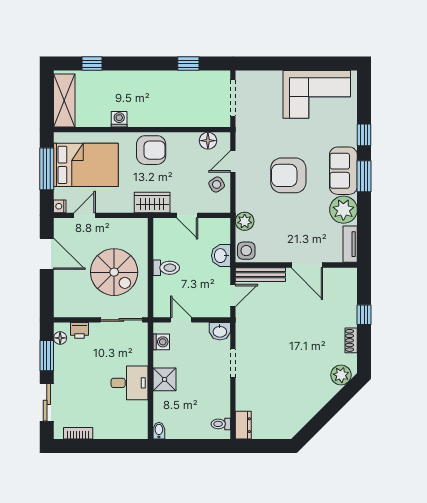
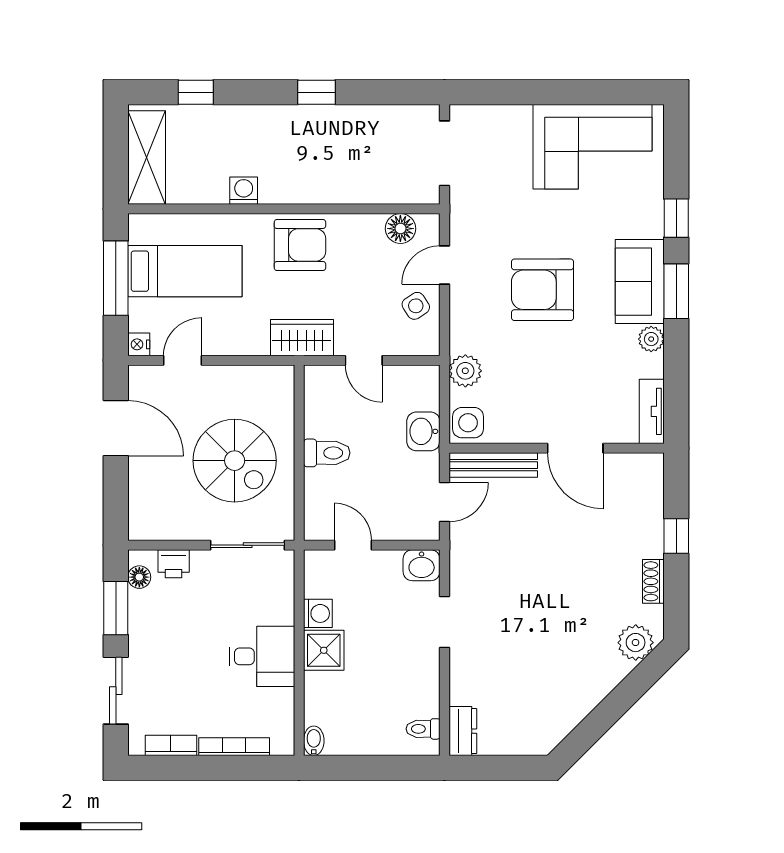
window: (188, 64) -> (317, 92), moved
bed: (86, 165) -> (185, 271), width x0.67
plant: (343, 210) -> (651, 339), width x0.53, depth x0.53
washing machine: (161, 342) -> (318, 613), moved
bookcase: (114, 434) -> (234, 747), added

